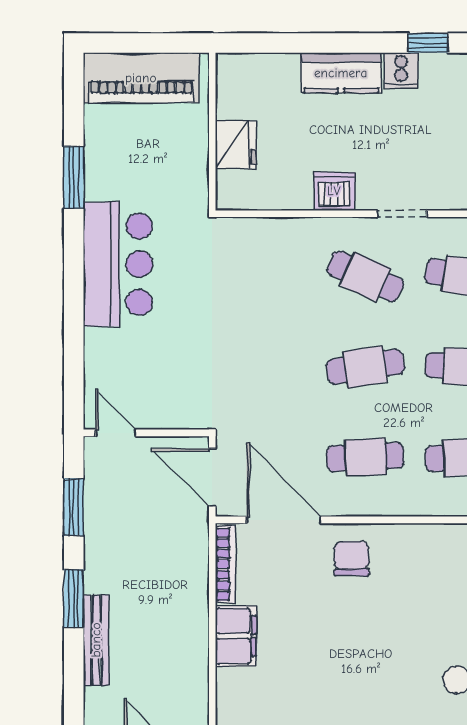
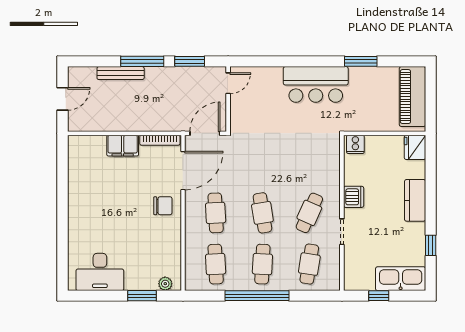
cooker: (401, 71) -> (355, 144), moved, turned -90
fridge: (236, 145) -> (415, 147), moved, turned 90
window: (74, 598) -> (142, 61), width x1.44

